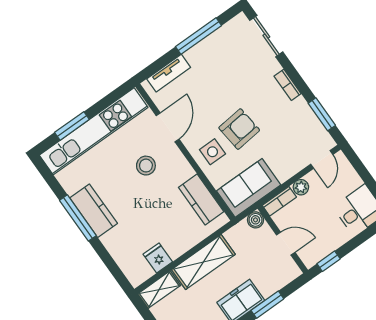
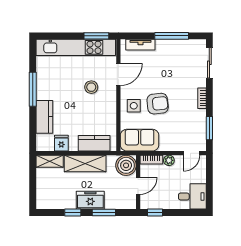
window: (72, 126) -> (96, 36), moved
kitchen counter: (201, 199) -> (94, 143), moved, turned 90
kitchen counter: (94, 211) -> (44, 117), moved
boiler: (255, 220) -> (126, 165), width x1.86, depth x1.86
door: (286, 244) -> (138, 186), hinge flipped

